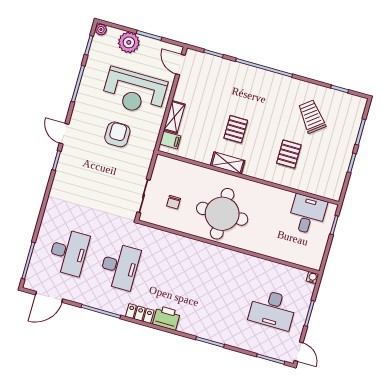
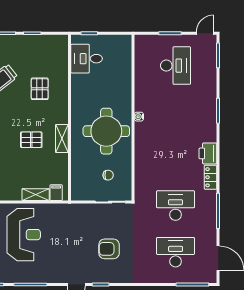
armchair: (117, 134) -> (109, 249), moved
pallet: (289, 154) -> (40, 89), turned 90
water cooler: (312, 278) -> (139, 117), moved

